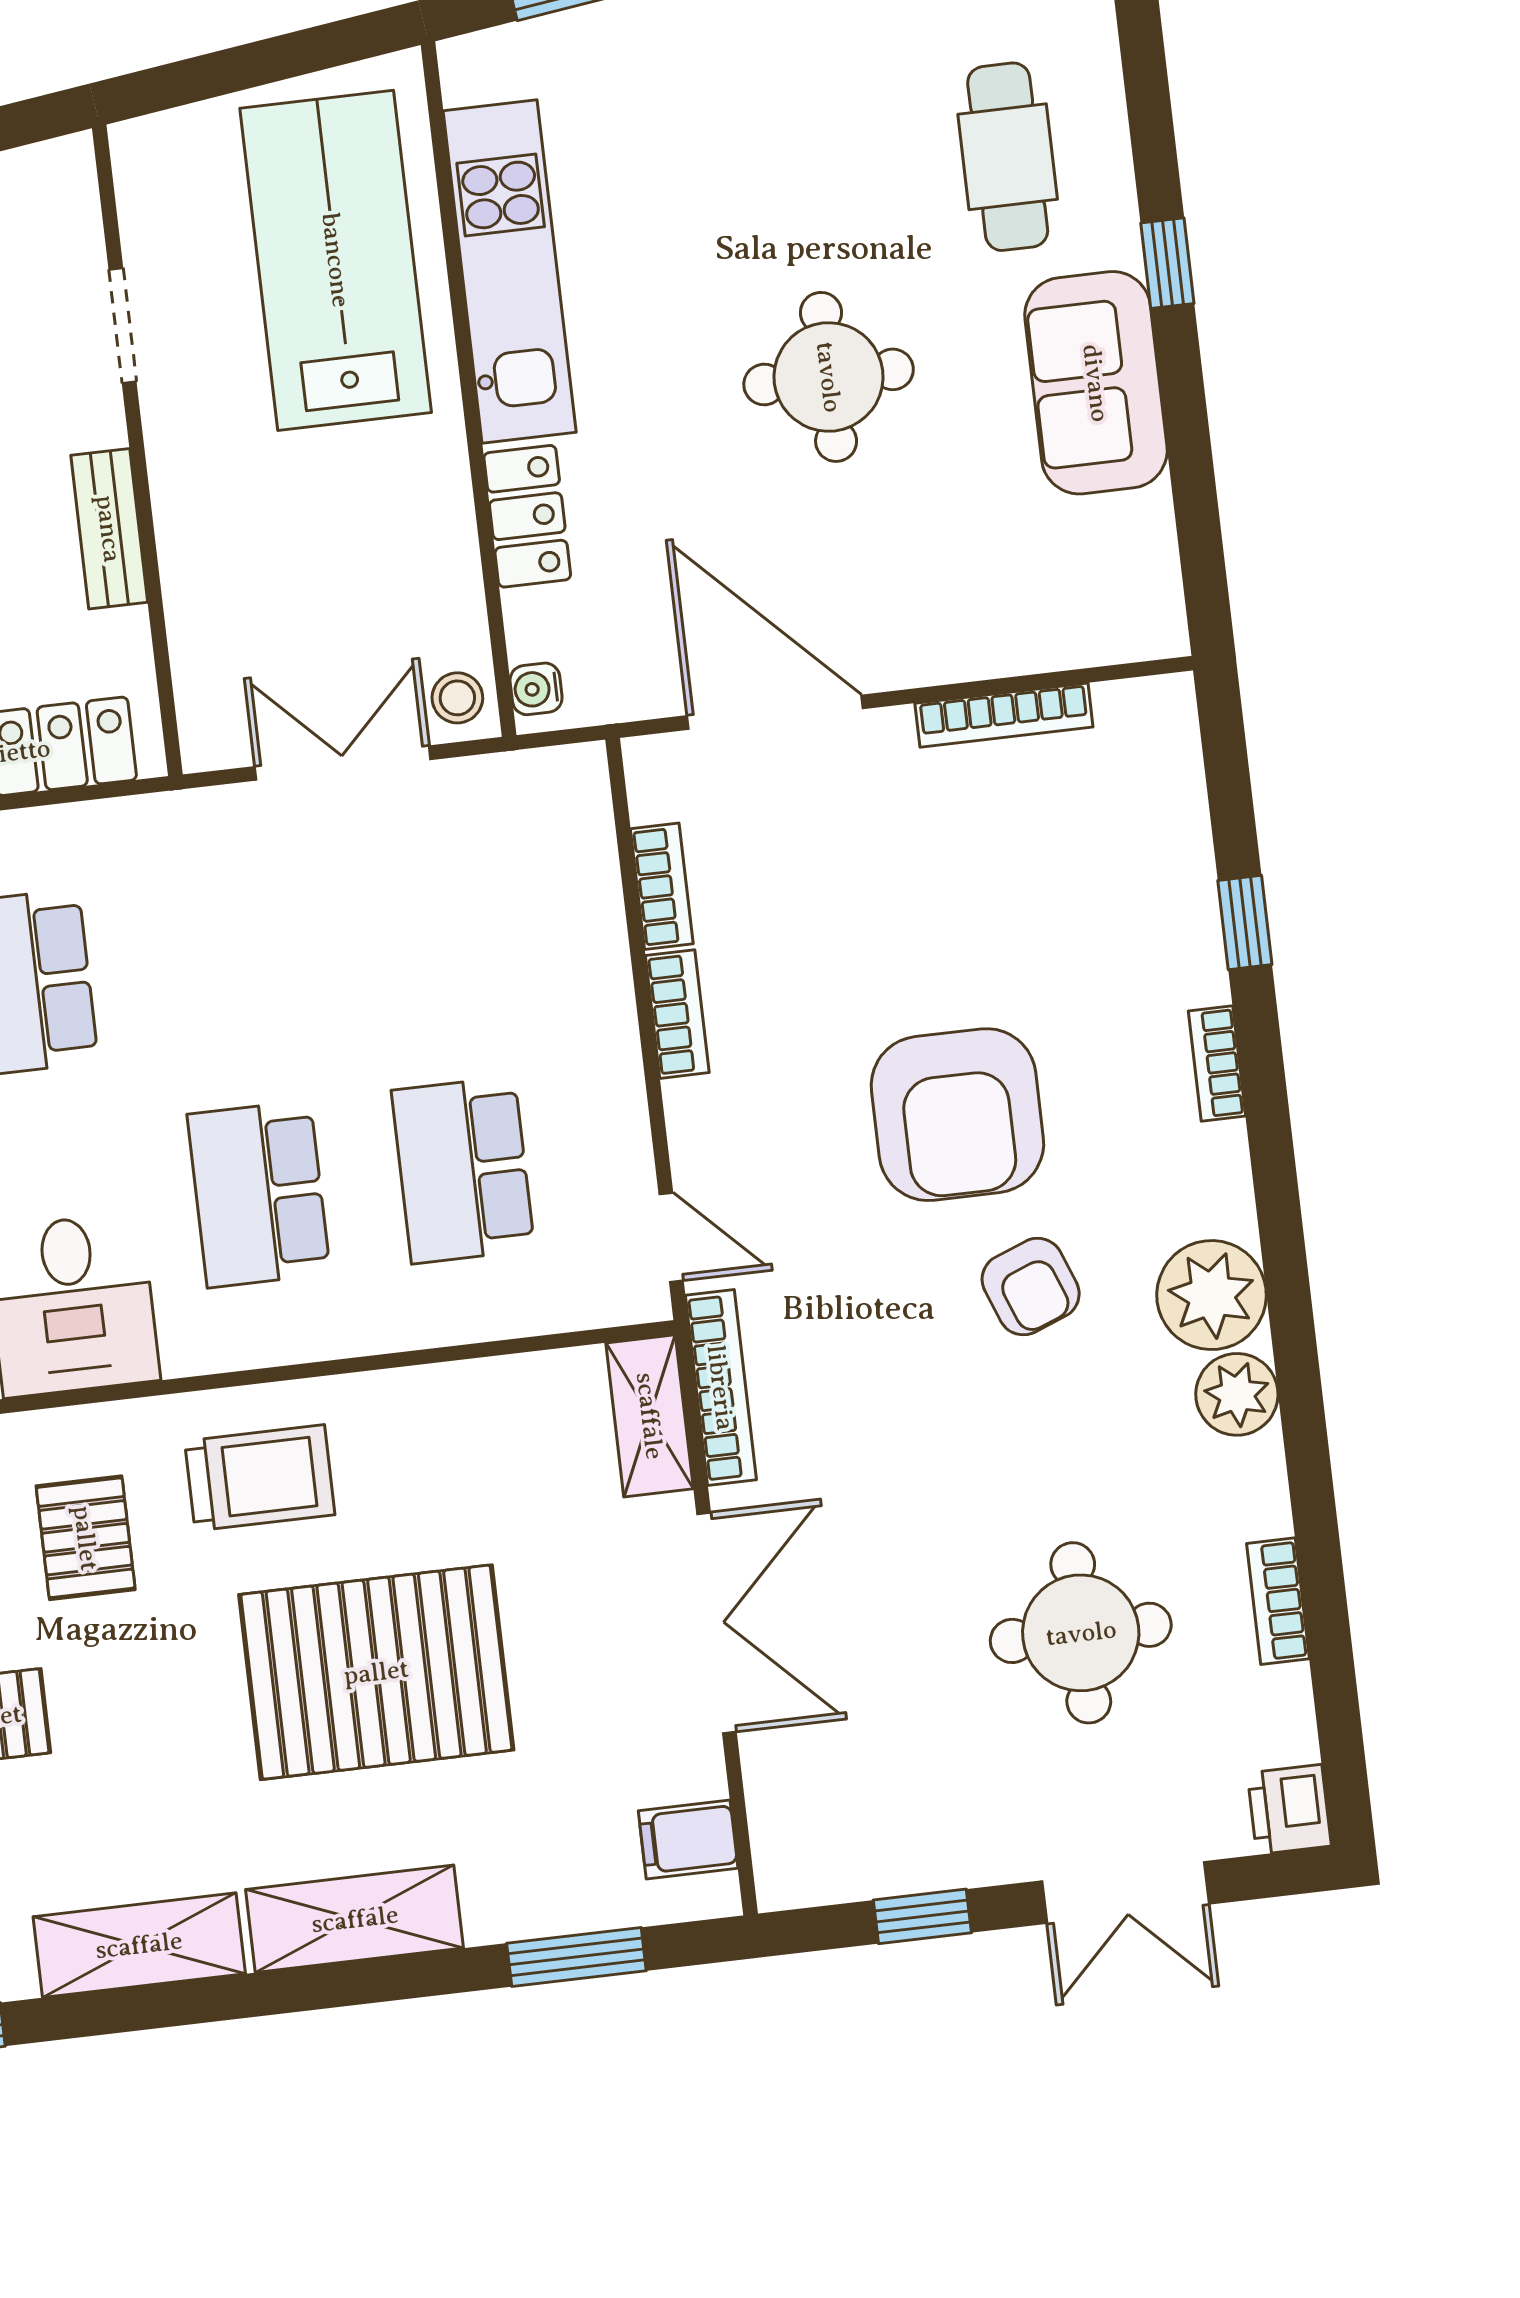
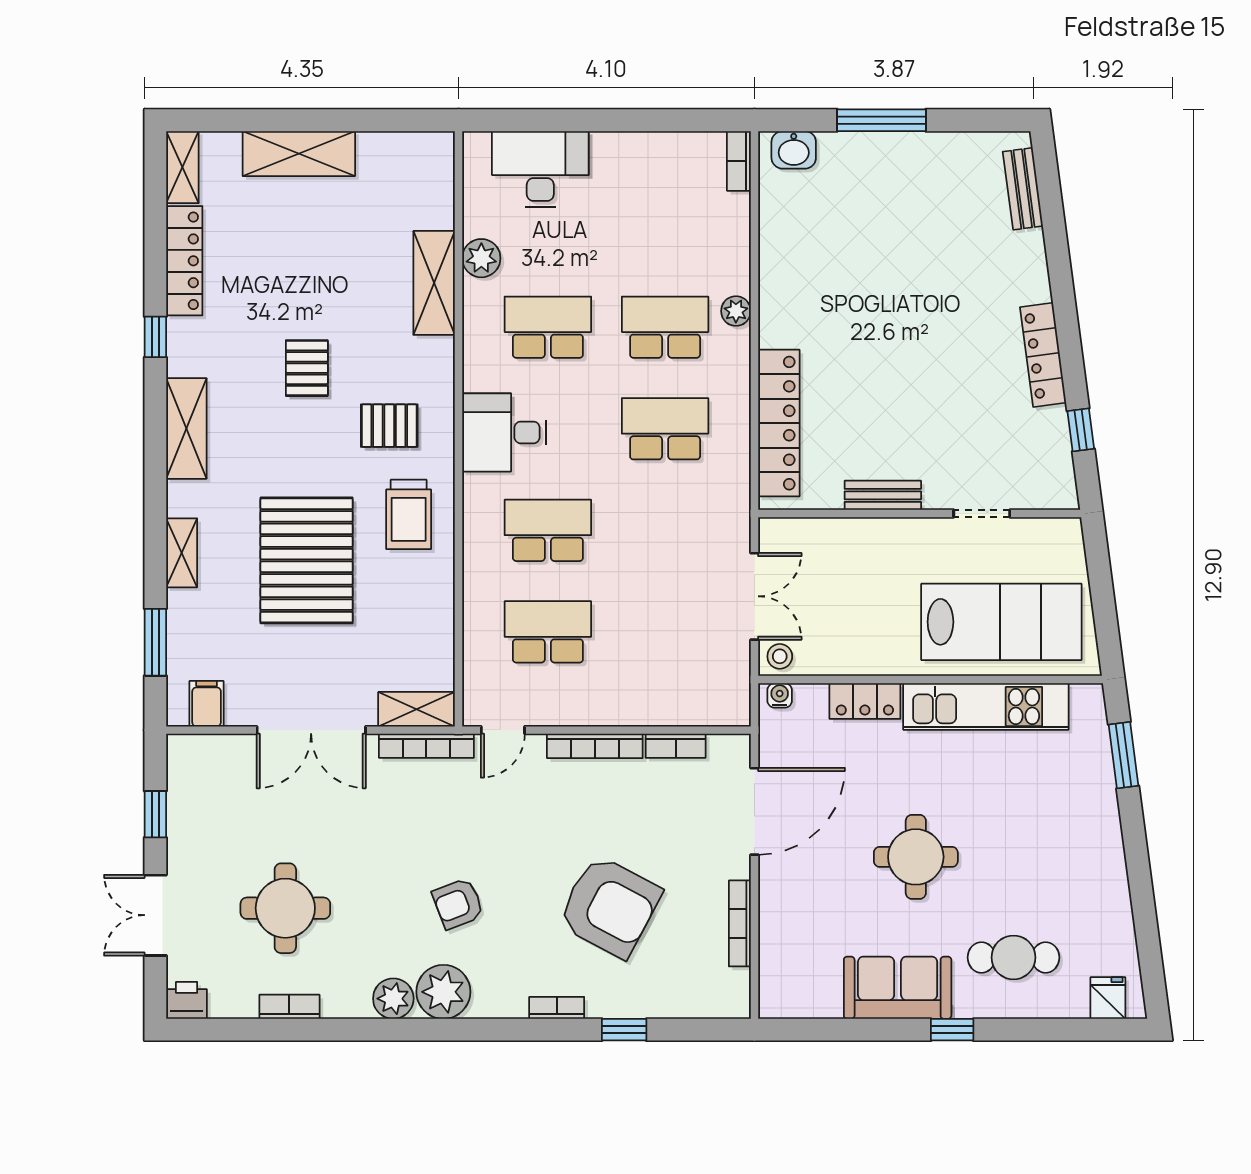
bookcase: (677, 1014) -> (595, 746), width x1.56
armchair: (957, 1115) -> (609, 907), moved, turned -152
shelving: (355, 1919) -> (182, 553), width x0.67, depth x0.75

